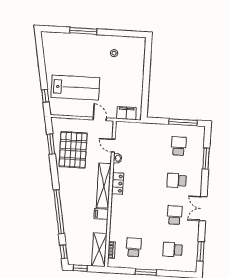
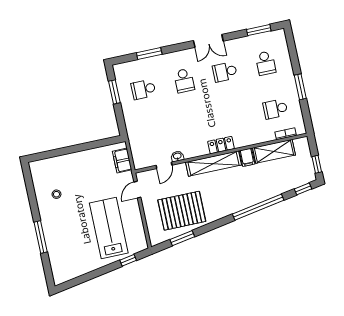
window: (183, 122) -> (114, 92), width x0.69
locker: (118, 183) -> (221, 145), moved
shelving: (99, 250) -> (274, 151), moved

